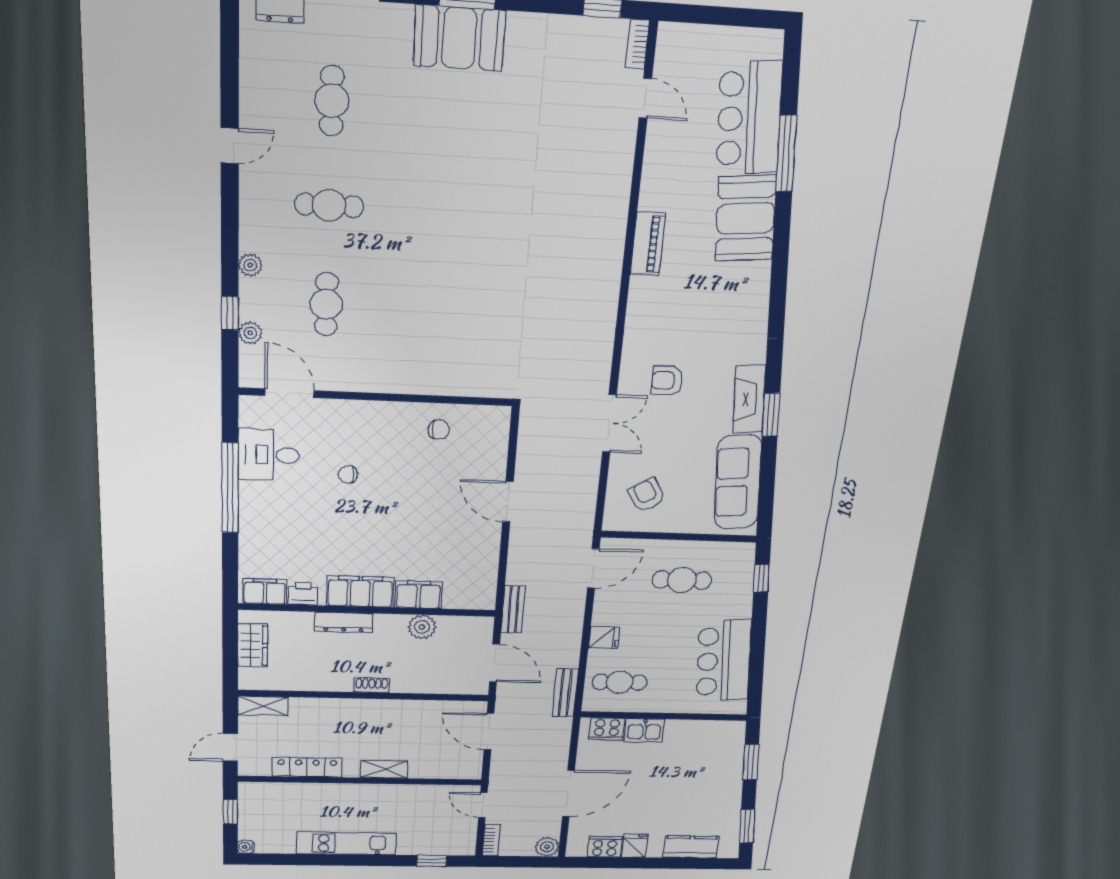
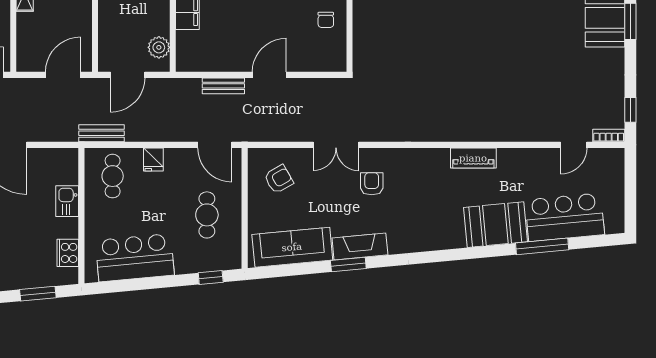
bench: (513, 609) -> (223, 86), moved
plant: (422, 627) -> (159, 47), moved
cooker: (607, 729) -> (68, 253), moved

